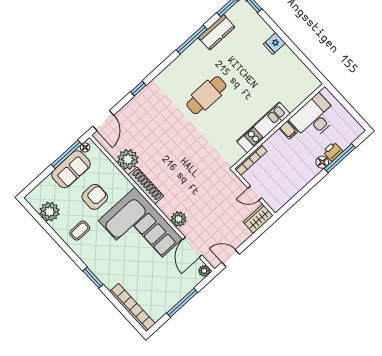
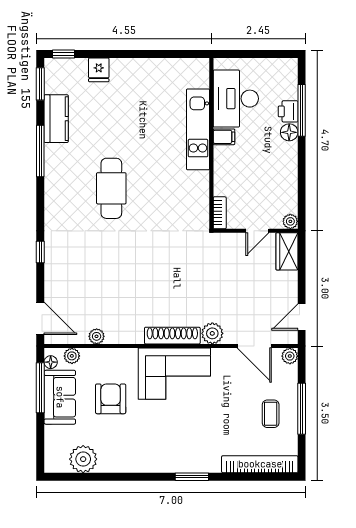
fridge: (274, 44) -> (99, 70), moved
kitchen unit: (263, 127) -> (198, 129), moved
plant: (99, 156) -> (72, 356), added
plant: (128, 159) -> (97, 336), width x0.53, depth x0.53
bookcase: (251, 160) -> (220, 213), width x0.64
shoe rack: (146, 186) -> (172, 336), moved
plant: (276, 206) -> (290, 221), added
corner sofa: (140, 230) -> (174, 374), width x0.73, depth x0.74
coffee table: (80, 231) -> (271, 414), moved

